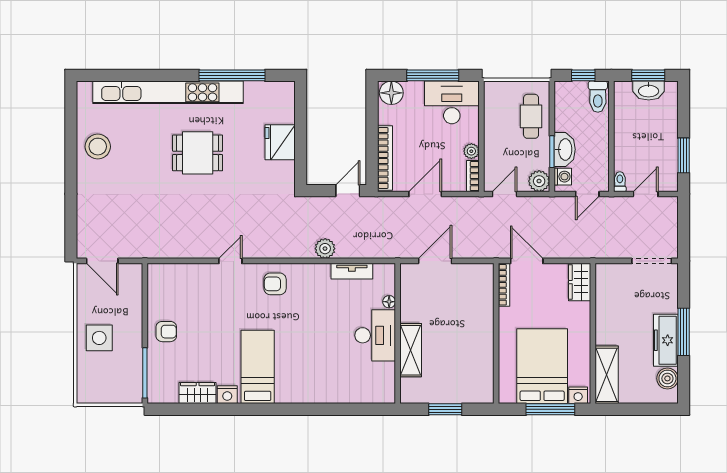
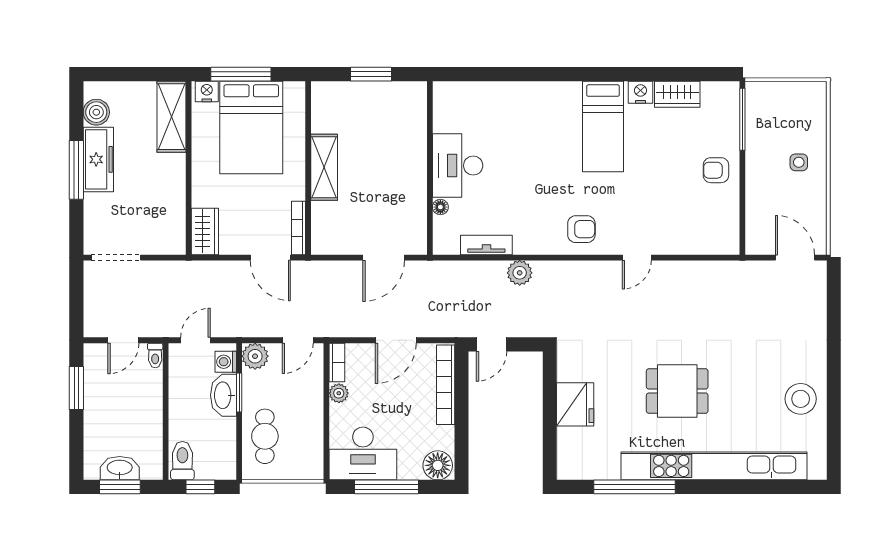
side table: (99, 338) -> (799, 162), width x0.54, depth x0.54
shelving: (411, 350) -> (324, 167), moved

